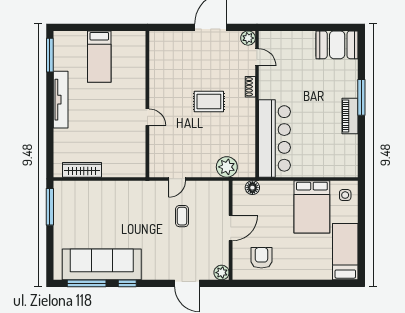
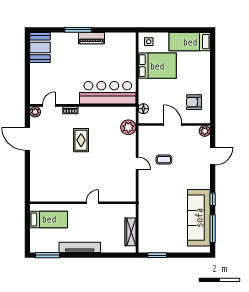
wall: (147, 104) -> (83, 203), moved
door: (147, 117) -> (92, 203), moved
window: (50, 207) -> (157, 255), width x0.69

